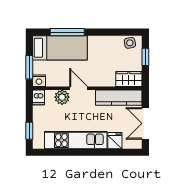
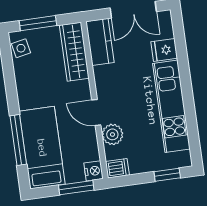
window: (145, 57) -> (38, 23), width x1.50
wardrobe: (129, 79) -> (74, 52), width x1.50
door: (79, 88) -> (96, 112), hinge flipped
kitchen counter: (119, 98) -> (100, 42), width x0.67

